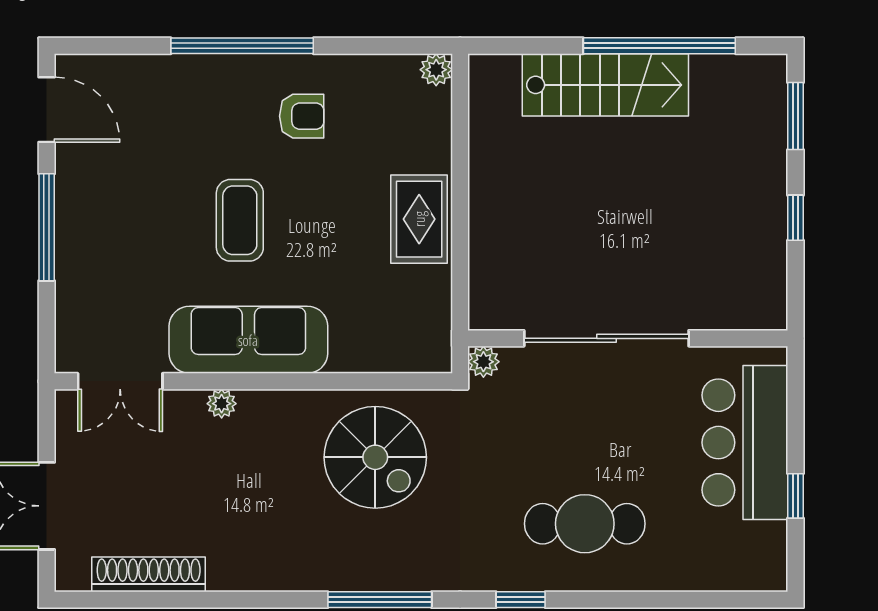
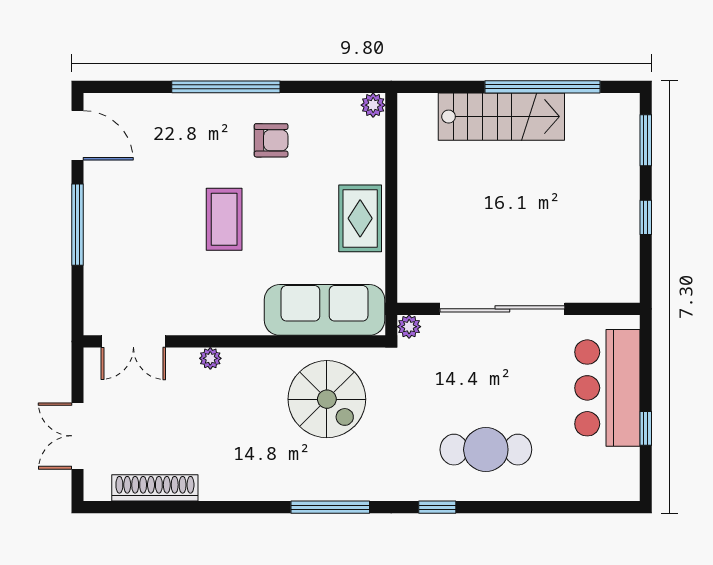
sofa: (248, 340) -> (325, 310), moved

